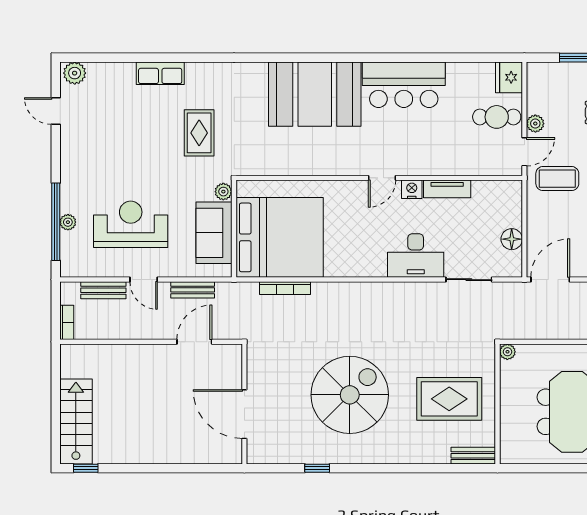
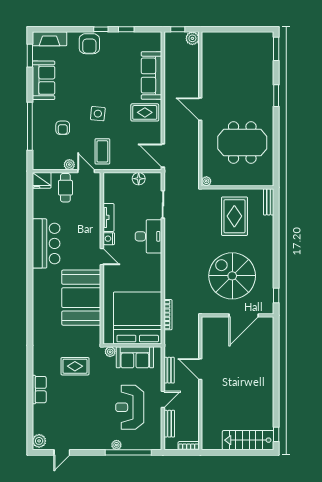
booth: (315, 94) -> (81, 298), moved
plant: (68, 222) -> (116, 445), moved
wall: (244, 404) -> (238, 315), moved
door: (244, 414) -> (244, 315), moved

